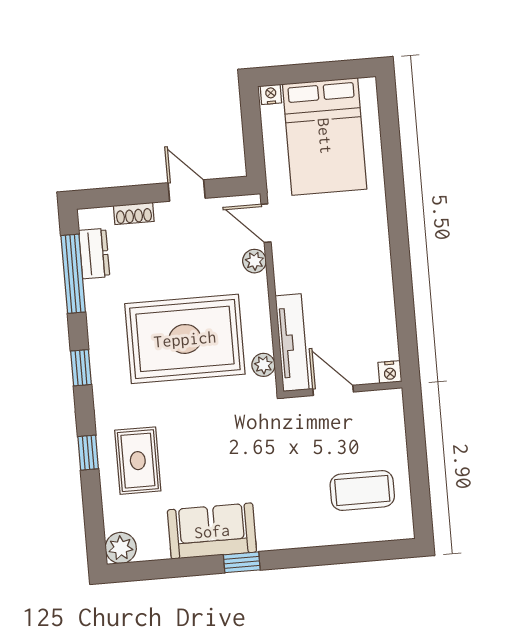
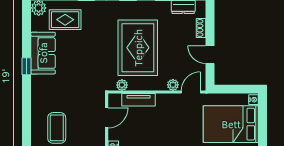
door: (187, 191) -> (210, 55), swing flipped
tv unit: (292, 343) -> (138, 100), width x0.71
rug: (138, 461) -> (65, 20), moved

